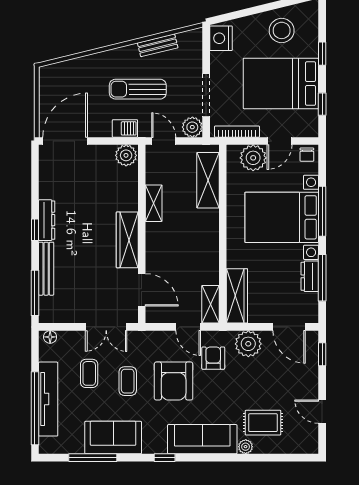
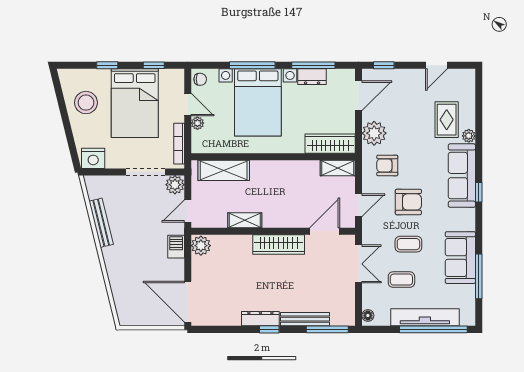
bench: (158, 45) -> (101, 223), width x1.36
sun lounger: (138, 89) -> (140, 235), removed
plant: (253, 158) -> (197, 123), width x0.53, depth x0.53
door: (188, 327) -> (359, 205), moved
armchair: (174, 381) -> (408, 202), width x0.73, depth x0.73
window: (165, 458) -> (479, 192), moved

